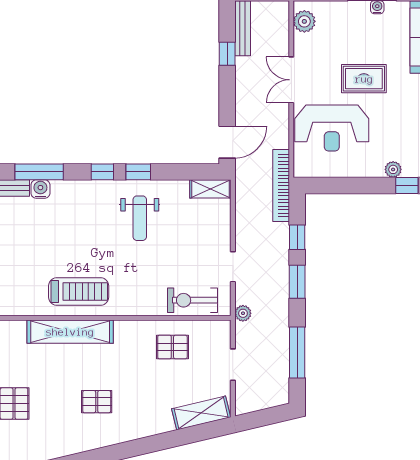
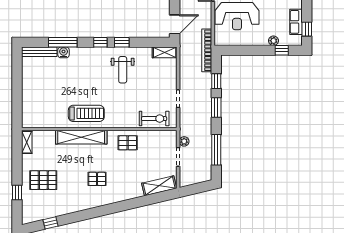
exercise bike: (193, 300) -> (154, 119), turned 180
plant: (243, 313) -> (184, 141), moved
pallet: (172, 347) -> (128, 143), moved

